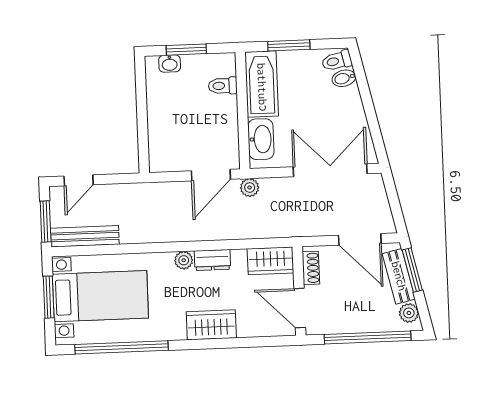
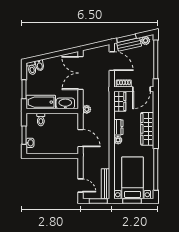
door: (211, 175) -> (80, 138), moved
door: (360, 239) -> (112, 61), hinge flipped
wardrobe: (211, 325) -> (147, 129), width x1.50

